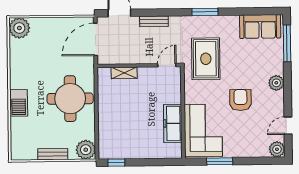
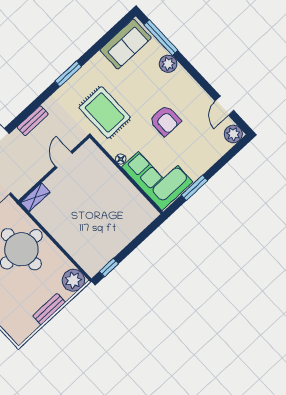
door: (167, 65) -> (64, 160), moved
shelving: (124, 73) -> (35, 197), moved
plant: (276, 83) -> (168, 64), moved
floor lamp: (189, 99) -> (121, 159), added
armchair: (240, 100) -> (165, 121), turned 180
freezer: (173, 123) -> (126, 192), removed

